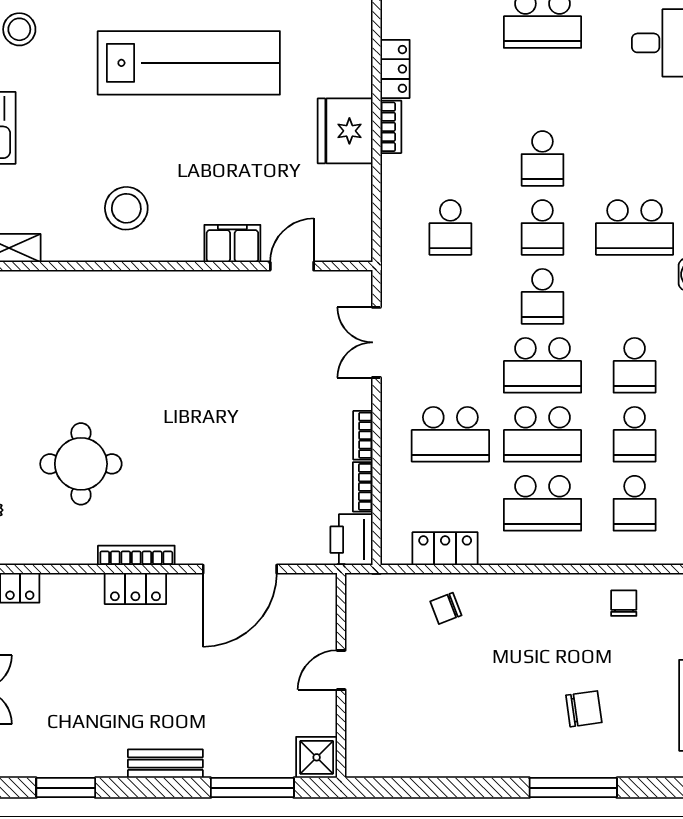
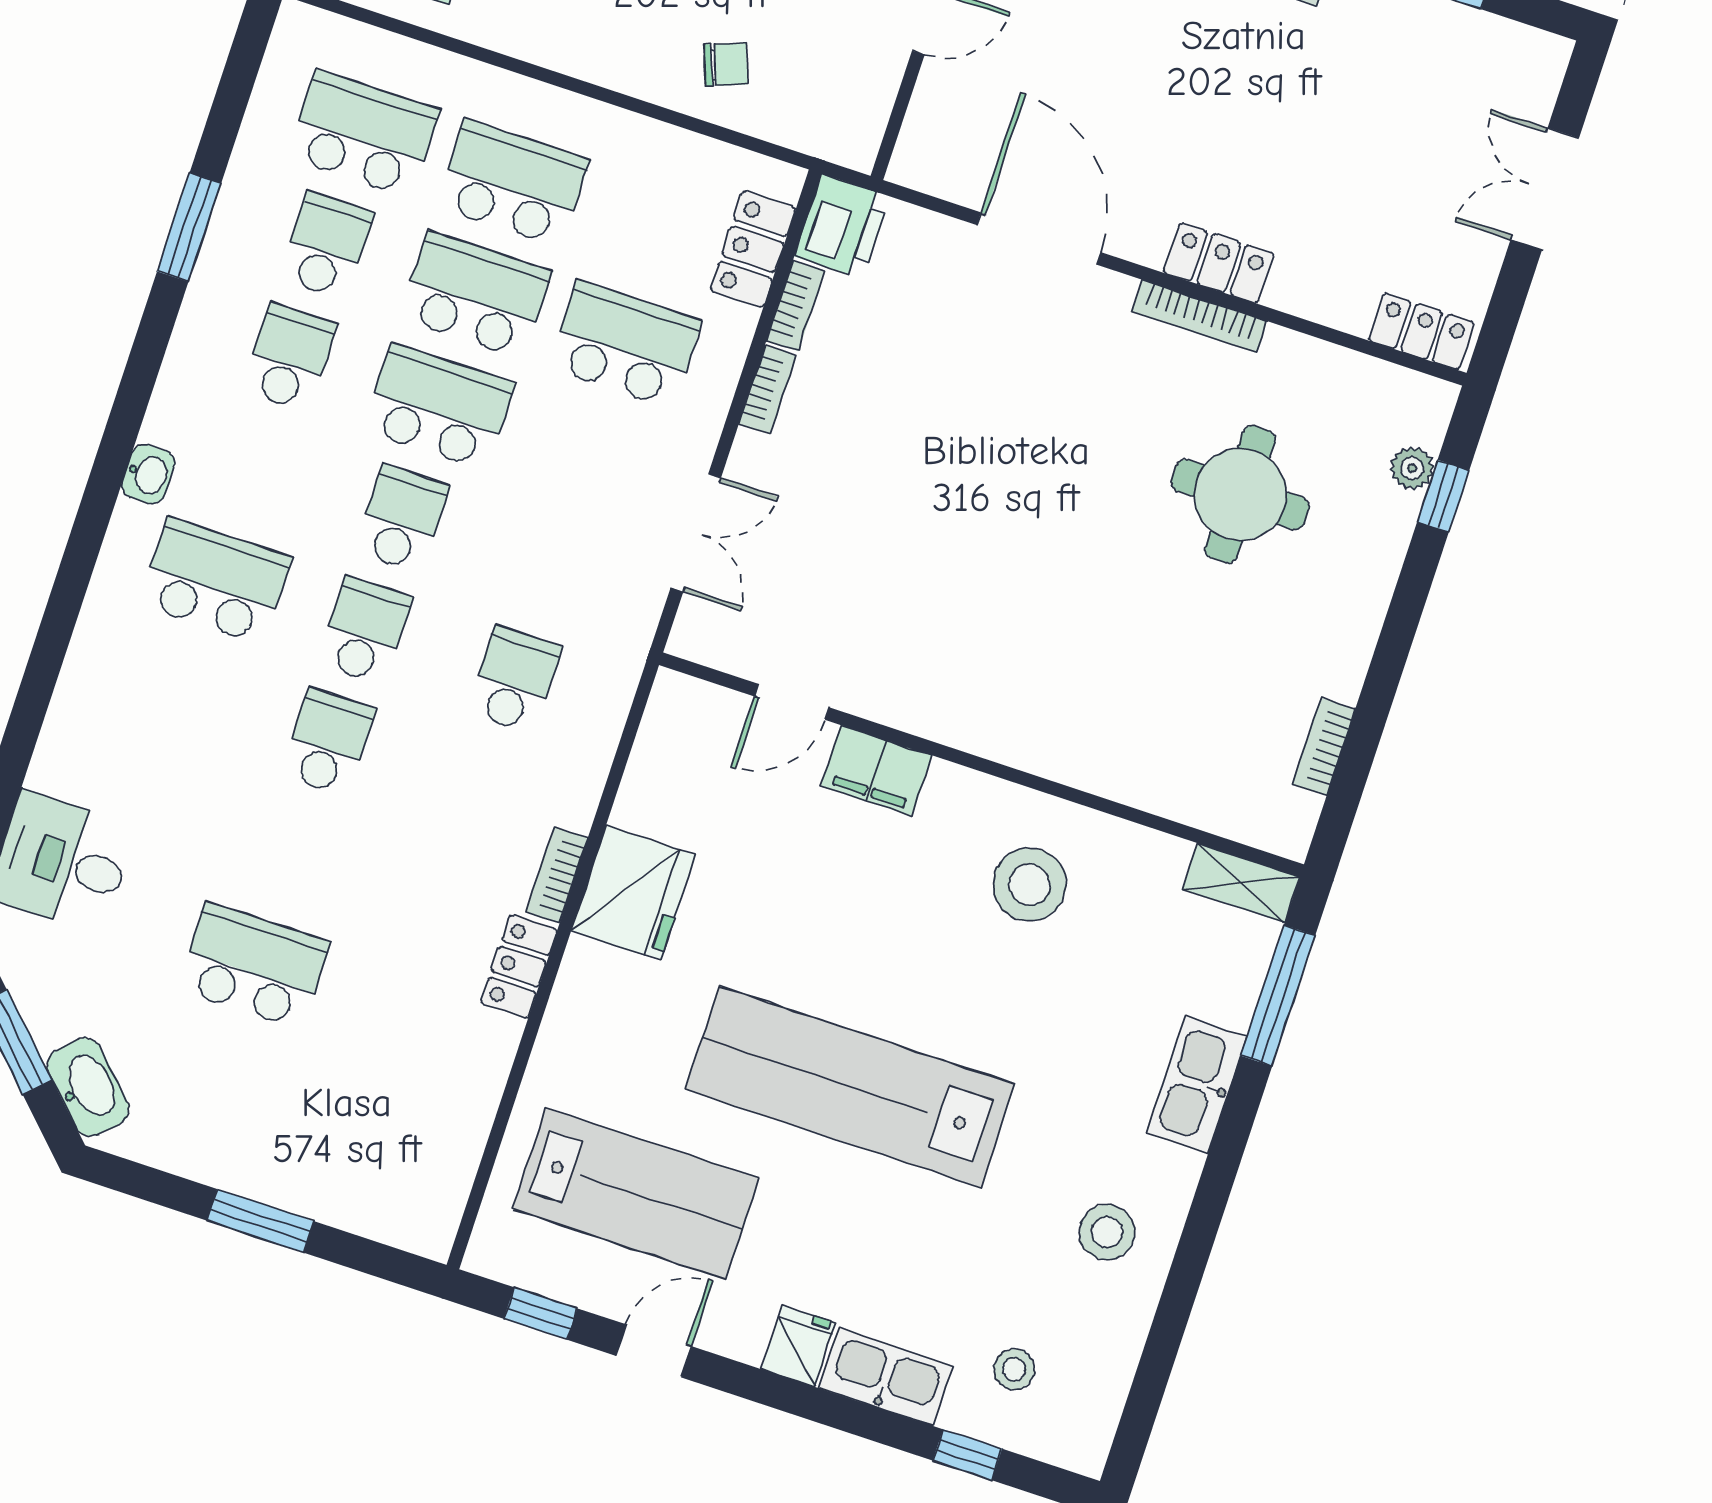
school desk: (635, 503) -> (363, 134), width x1.85
locker: (445, 549) -> (753, 249), moved, turned 90
door: (240, 569) -> (1039, 239), hinge flipped

